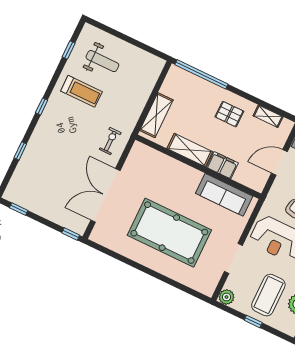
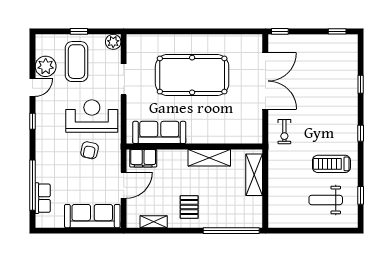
pallet: (229, 114) -> (189, 207), turned 90
filing cabinet: (222, 165) -> (143, 158), moved

